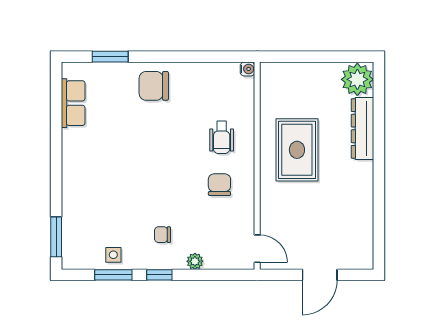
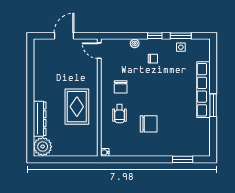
chair: (154, 86) -> (149, 124), moved
row of seats: (73, 103) -> (204, 90), moved, width x2.02
wheelchair: (222, 137) -> (119, 114), turned 180
window: (56, 237) -> (213, 105), moved

